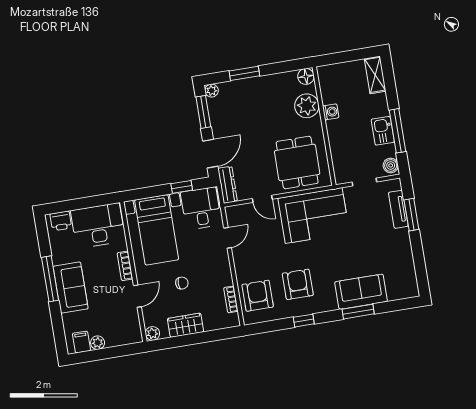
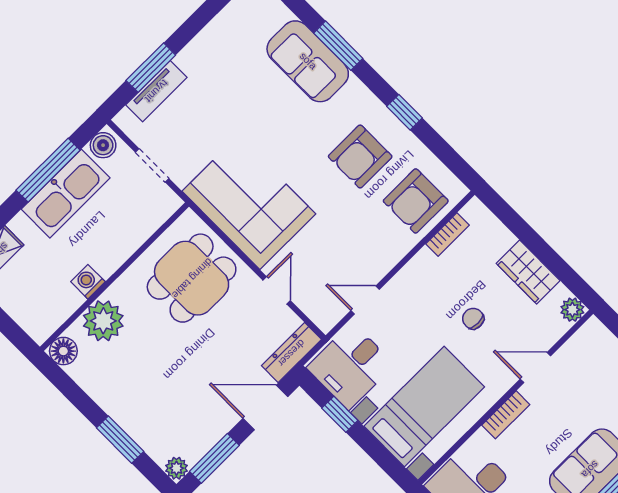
kitchen sink: (383, 131) -> (66, 194), width x1.88, depth x1.24

